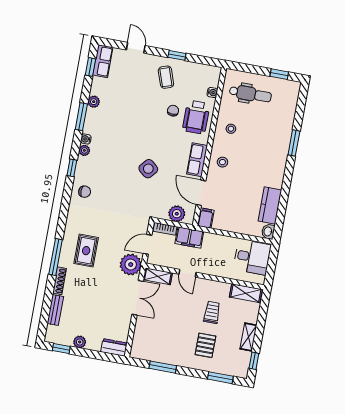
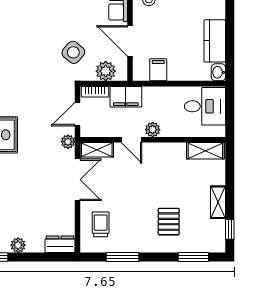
side table: (148, 169) -> (73, 52), moved
filing cabinet: (206, 218) -> (158, 70), moved
plant: (131, 265) -> (68, 142), width x0.53, depth x0.53
plant: (206, 268) -> (153, 130), added
trolley: (212, 312) -> (101, 224), moved

